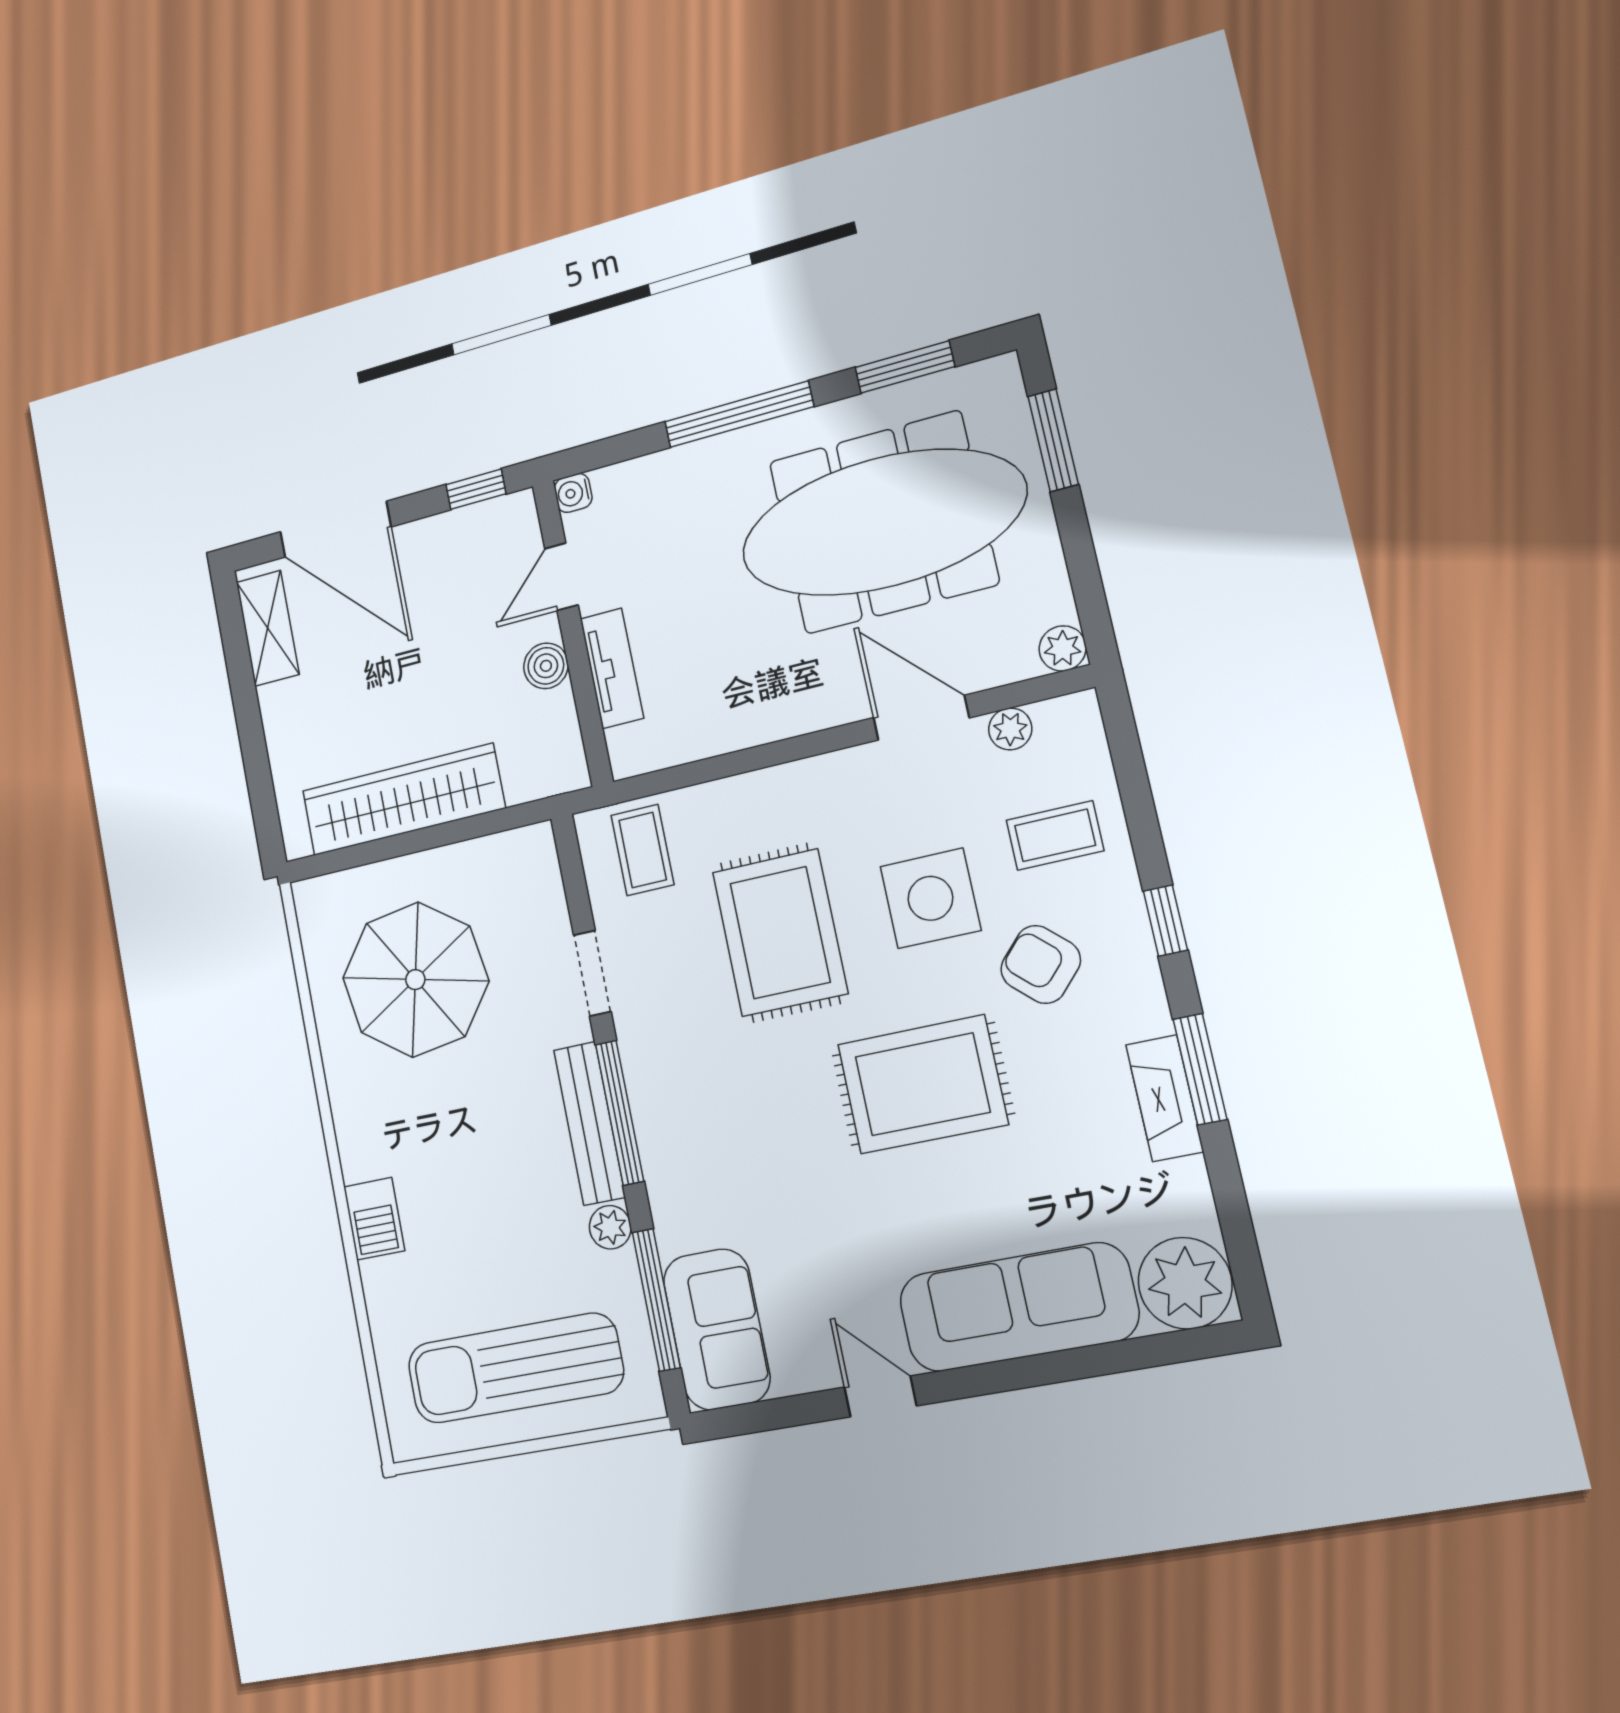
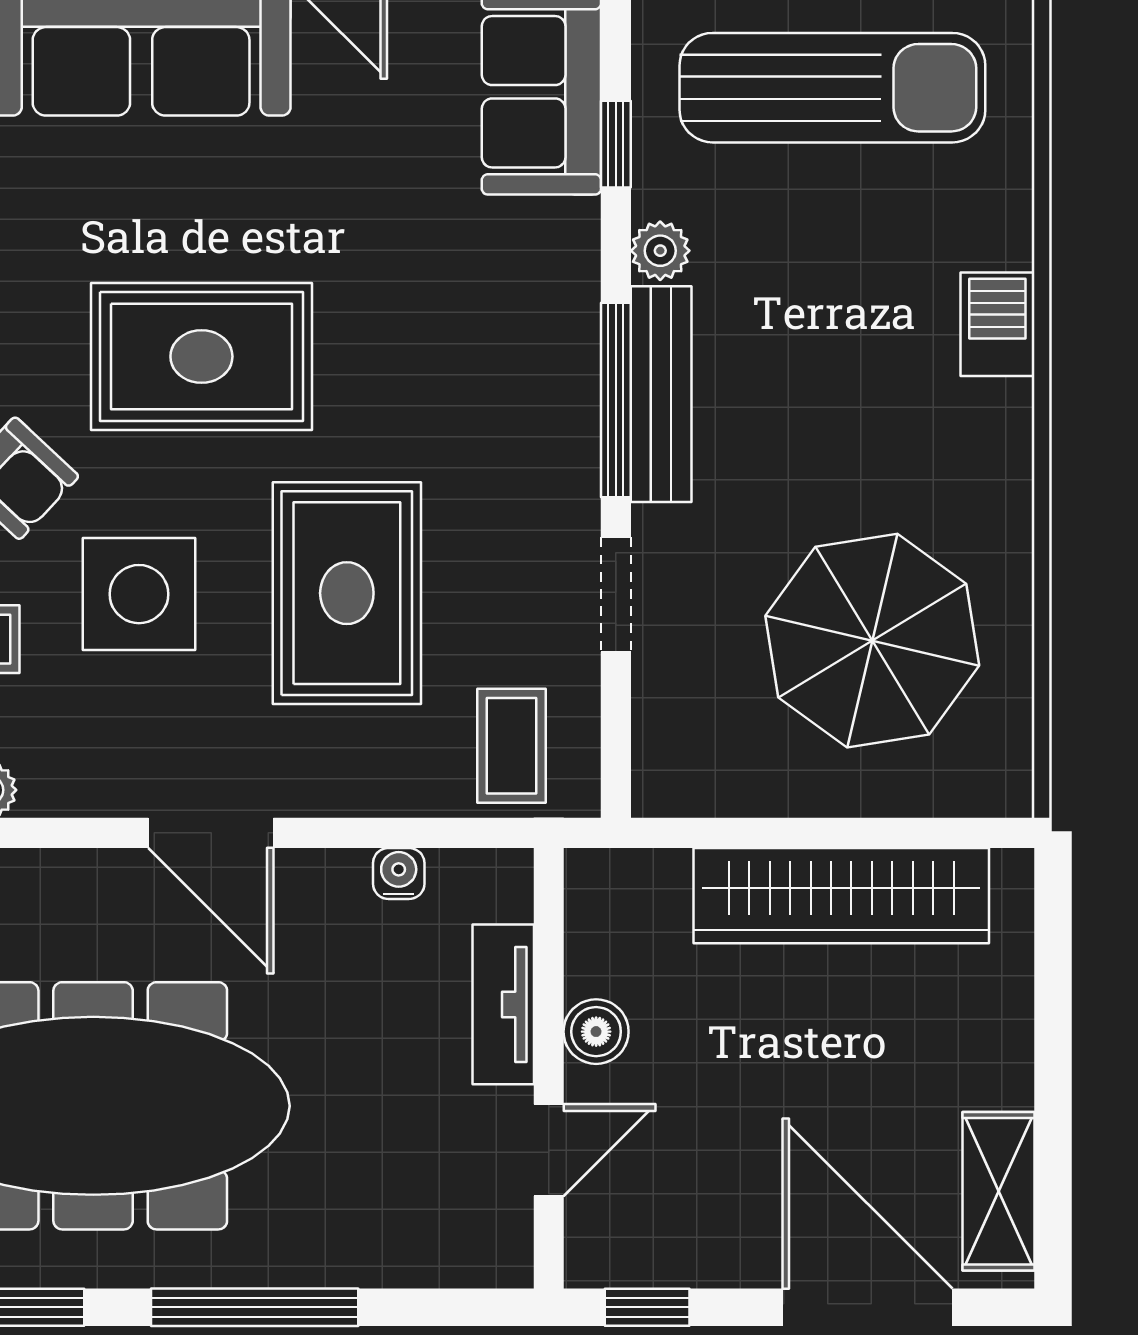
water cooler: (573, 493) -> (399, 873), moved, turned -90
door: (921, 718) -> (211, 833), moved
window: (656, 1300) -> (616, 144), width x0.46

